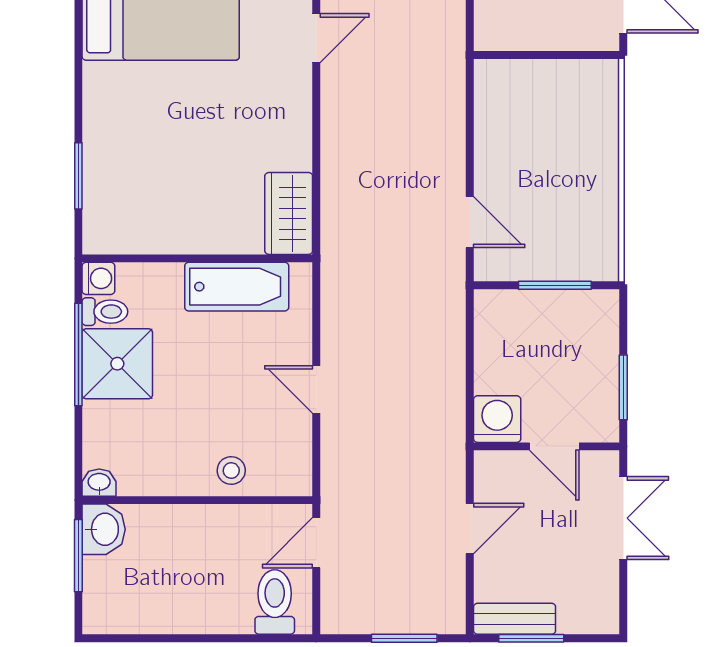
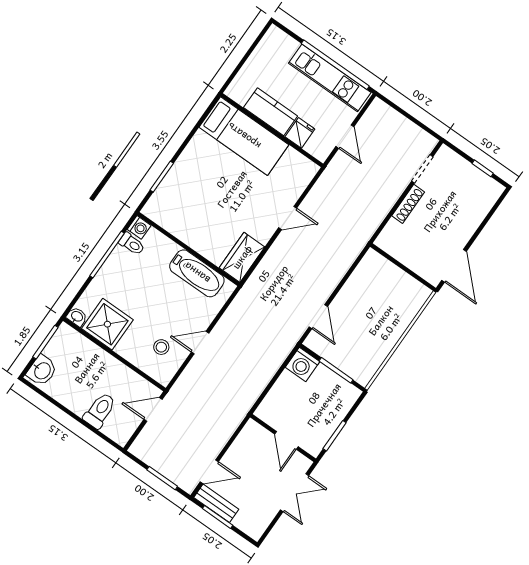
door: (316, 38) -> (288, 218), moved
shower: (117, 364) -> (107, 324), moved
door: (316, 389) -> (200, 343), hinge flipped
washing machine: (497, 419) -> (302, 364), moved, turned 180
stool: (231, 471) -> (161, 347), moved
washbasin: (104, 529) -> (42, 370), moved
door: (470, 529) -> (209, 472), moved
toilet: (275, 602) -> (100, 411), moved

